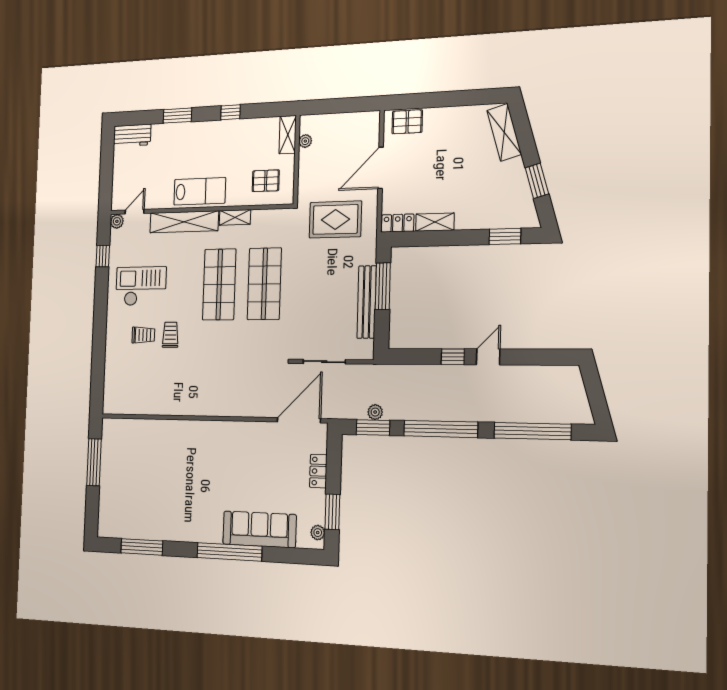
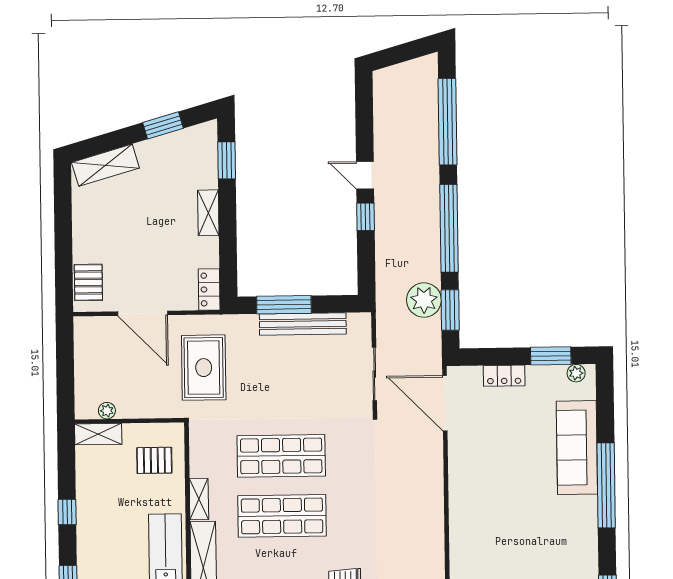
pallet: (266, 181) -> (154, 460), turned 90
shelving: (435, 222) -> (208, 213), moved
plant: (375, 412) -> (424, 300), width x1.88, depth x1.88

